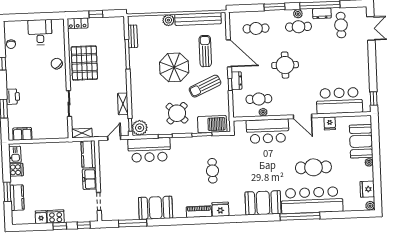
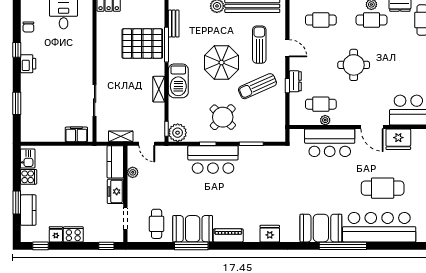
door: (229, 53) -> (287, 48), width x0.53
pallet: (84, 63) -> (142, 44), moved, turned 90
chair: (57, 64) -> (82, 52), removed
printer: (13, 97) -> (28, 64), moved
shelving: (123, 104) -> (159, 89), moved
fridge: (330, 123) -> (398, 139), width x1.88, depth x1.34
barbecue: (212, 124) -> (178, 81), moved, turned 90
shelving: (82, 133) -> (121, 136), moved
filing cabinet: (22, 134) -> (76, 134), moved
door: (114, 138) -> (147, 144), swing flipped
bar counter: (149, 150) -> (213, 160), moved
plant: (103, 163) -> (133, 172), added
cafe table: (212, 171) -> (157, 224), moved
piano: (199, 212) -> (228, 235), moved
window: (300, 216) -> (343, 246), moved
window: (133, 223) -> (191, 246), moved
window: (60, 226) -> (41, 246), moved

